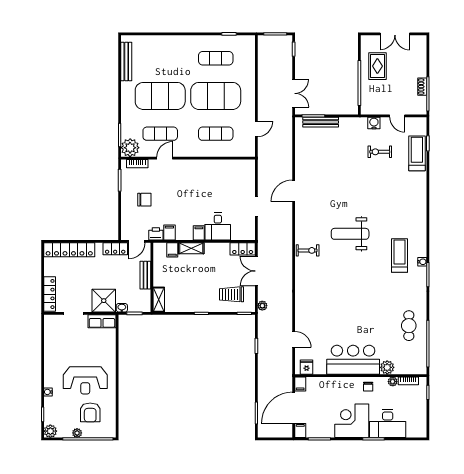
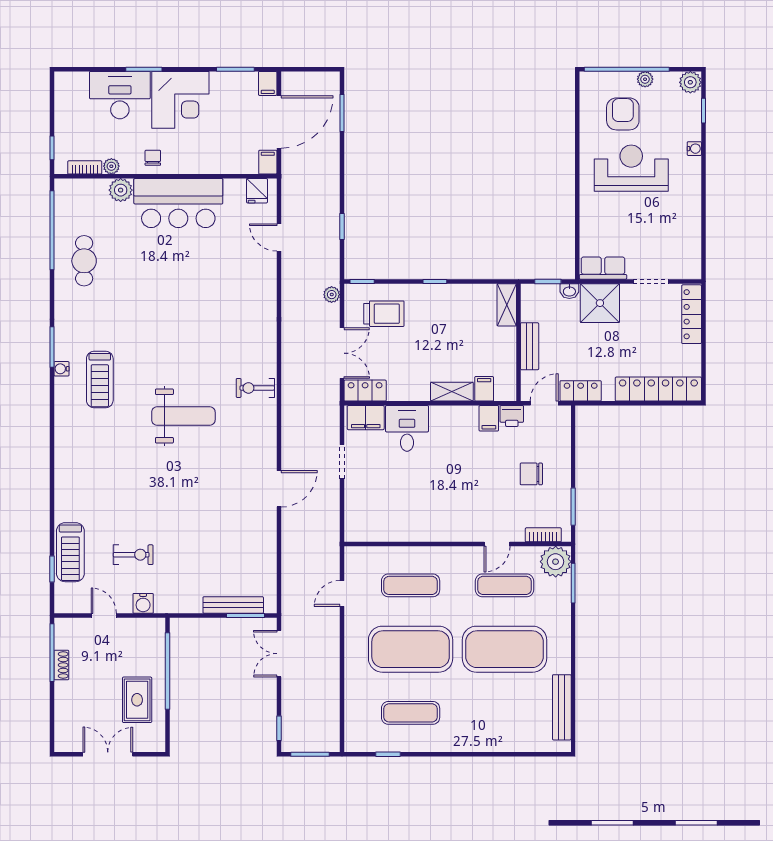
filing cabinet: (199, 233) -> (366, 418), moved, width x2.00

